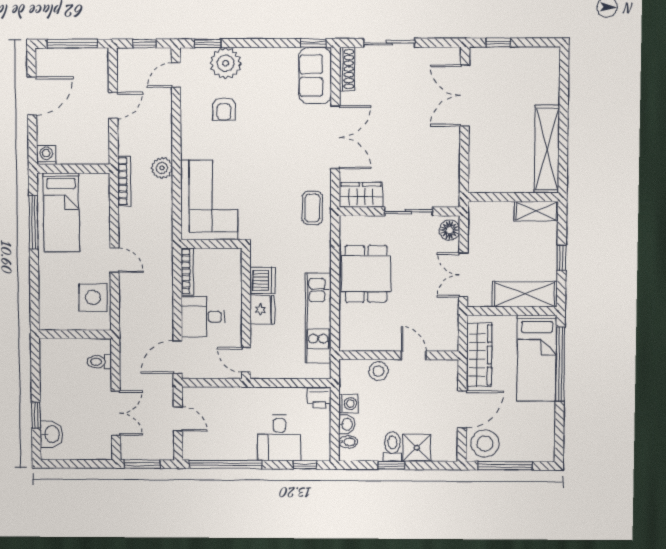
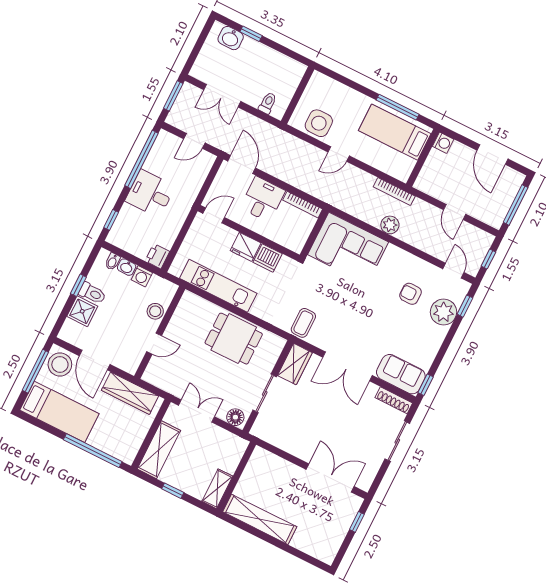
coffee table: (312, 208) -> (303, 323), turned 90
bed: (537, 358) -> (59, 412), moved, turned 180
desk: (279, 438) -> (150, 194), moved

